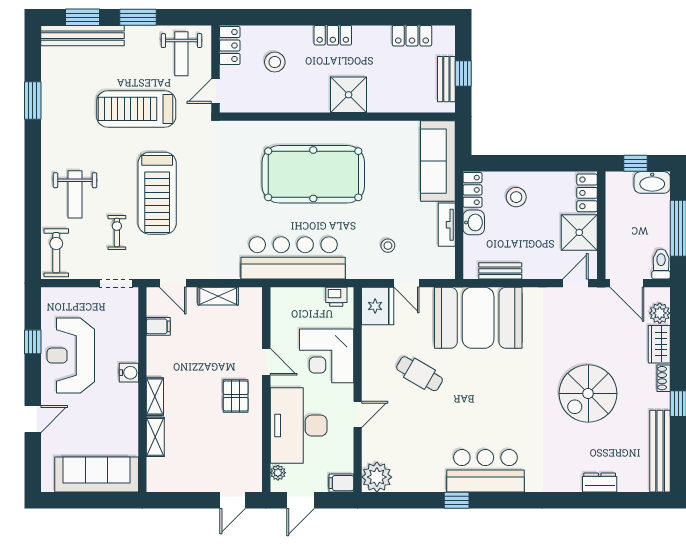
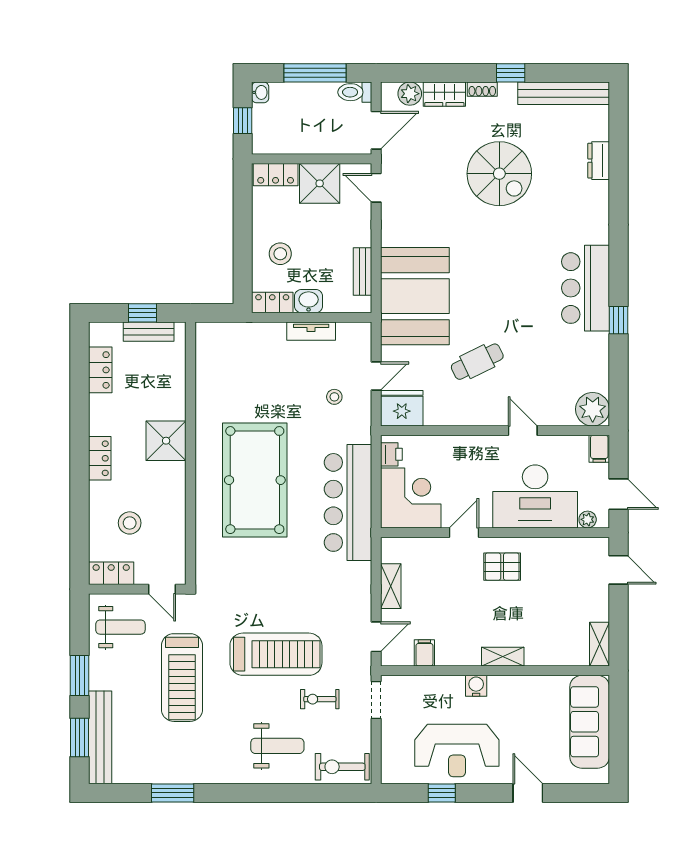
sofa: (438, 161) -> (240, 341), removed
washbasin: (652, 182) -> (260, 92), width x0.52, depth x0.69
corner desk: (327, 356) -> (411, 498), moved, turned -90
cafe table: (420, 374) -> (477, 362), turned 34
shelving: (155, 437) -> (600, 644), moved, turned 90

